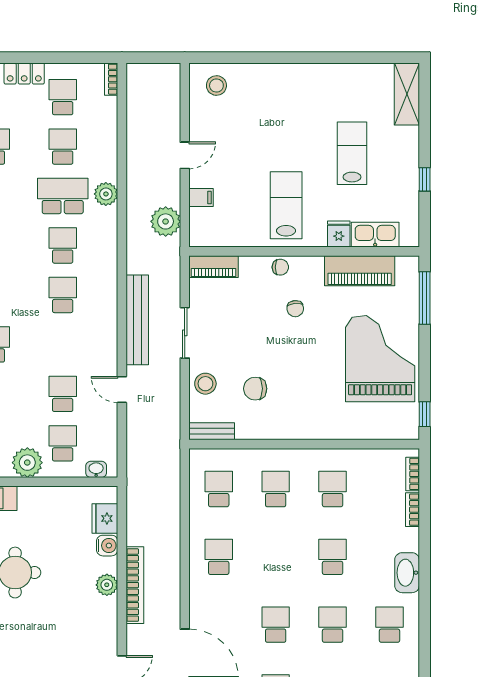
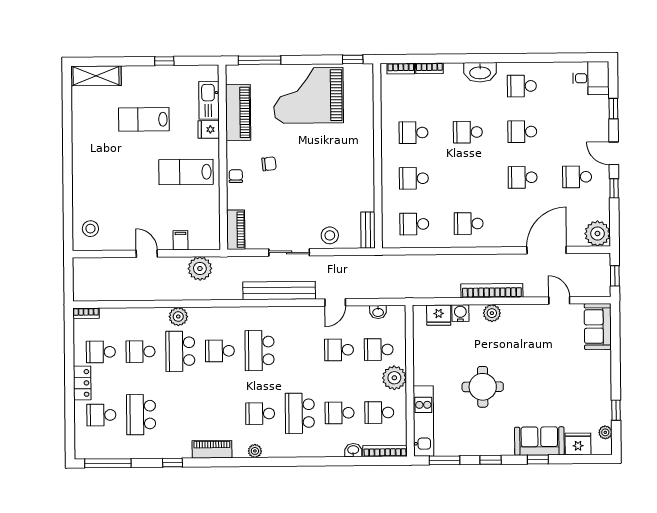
school desk: (63, 295) -> (260, 351), width x1.85
chair: (255, 389) -> (333, 195), removed
washbasin: (96, 469) -> (378, 312), moved, turned -90

